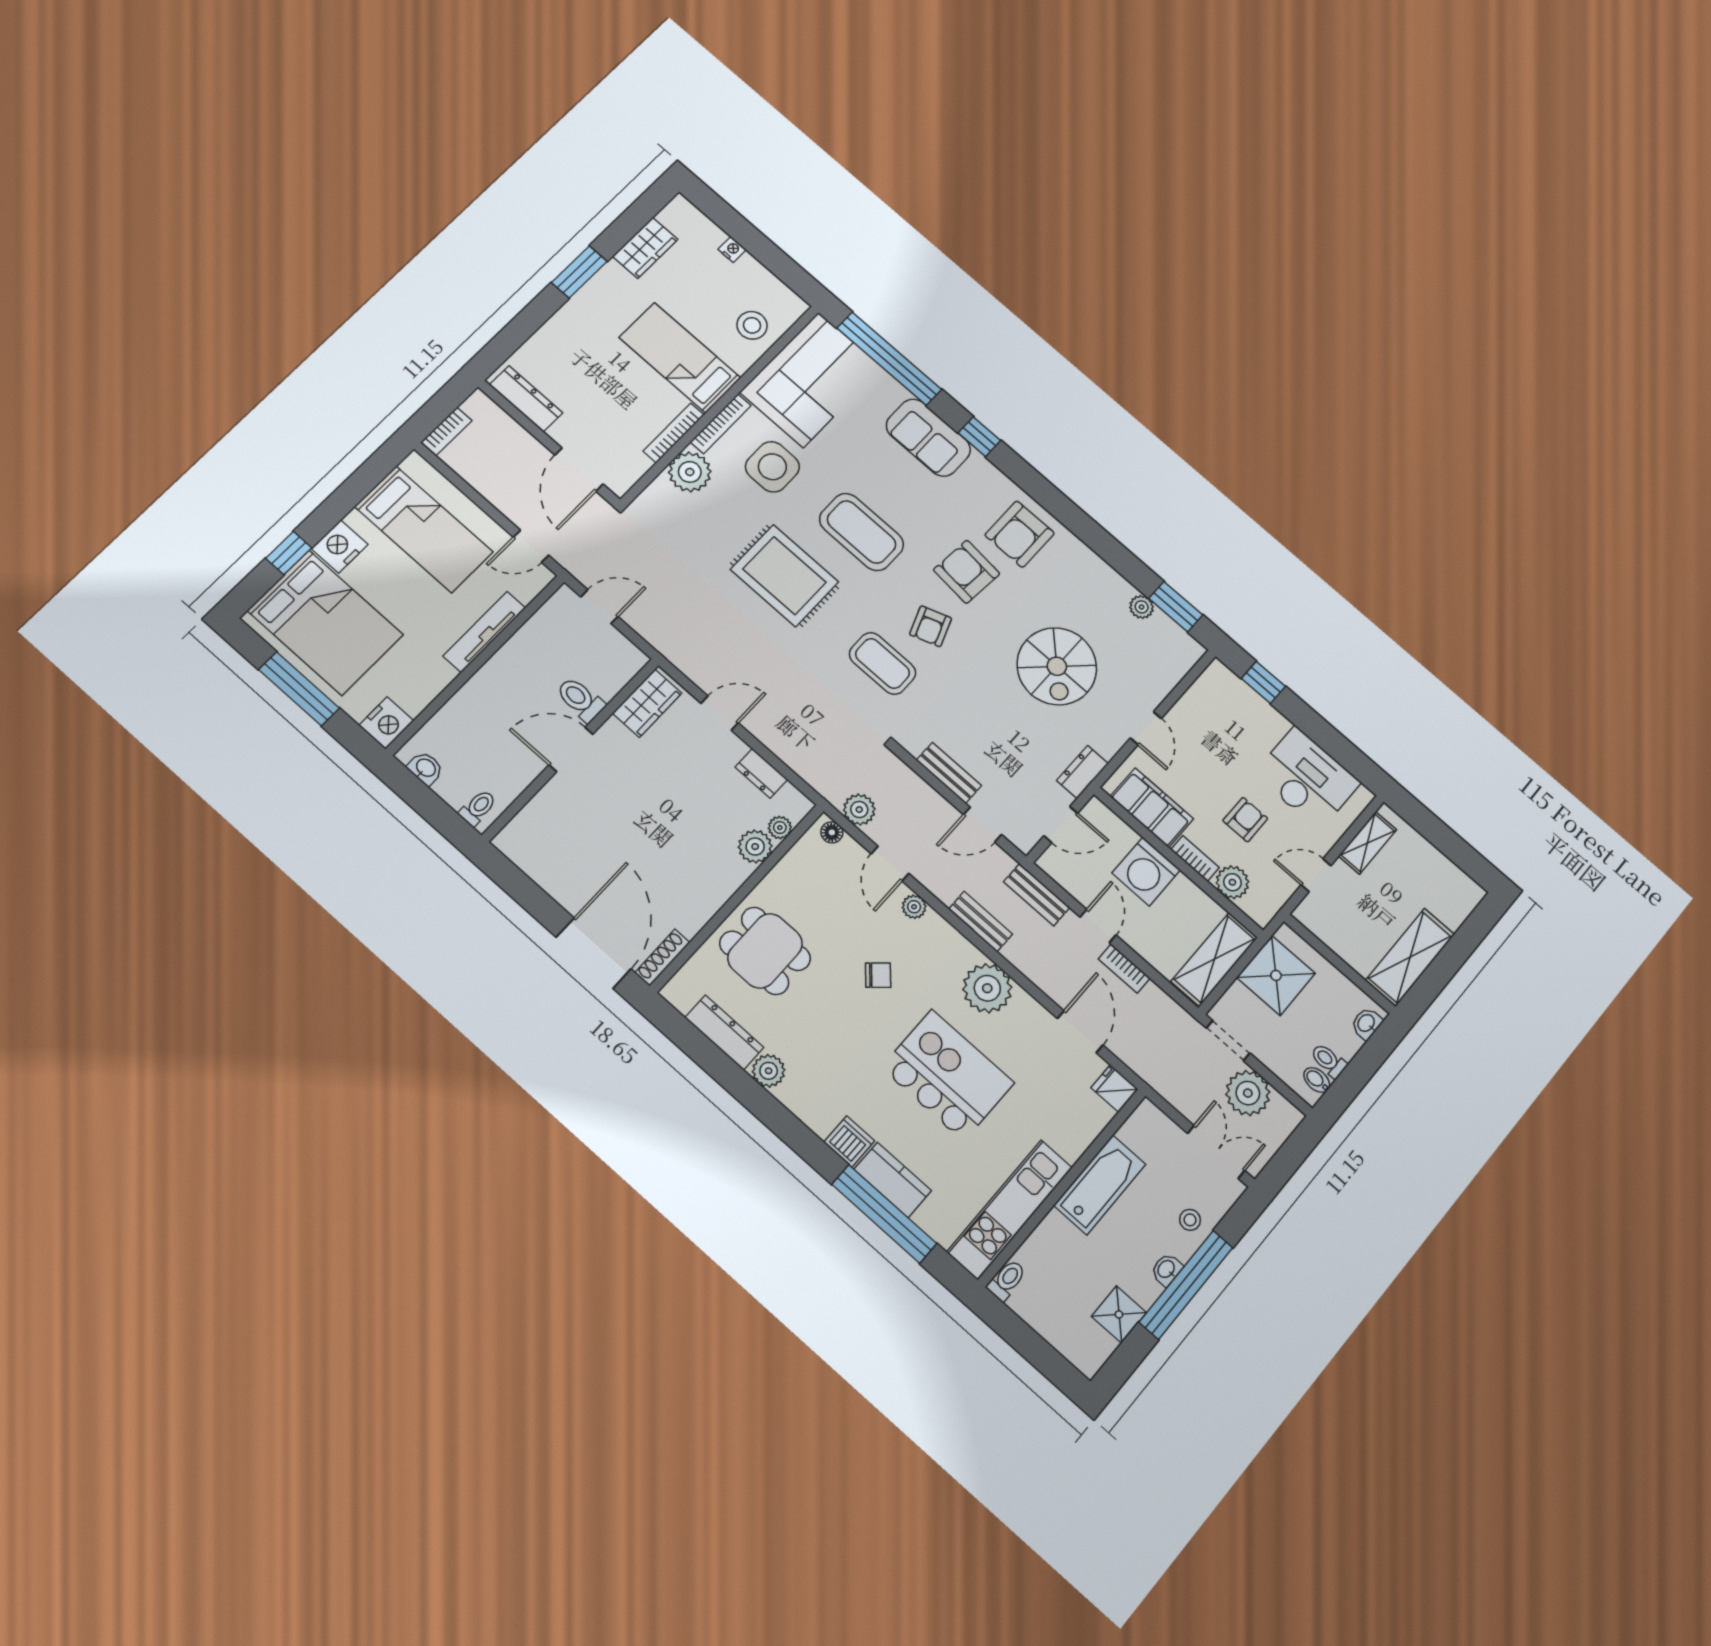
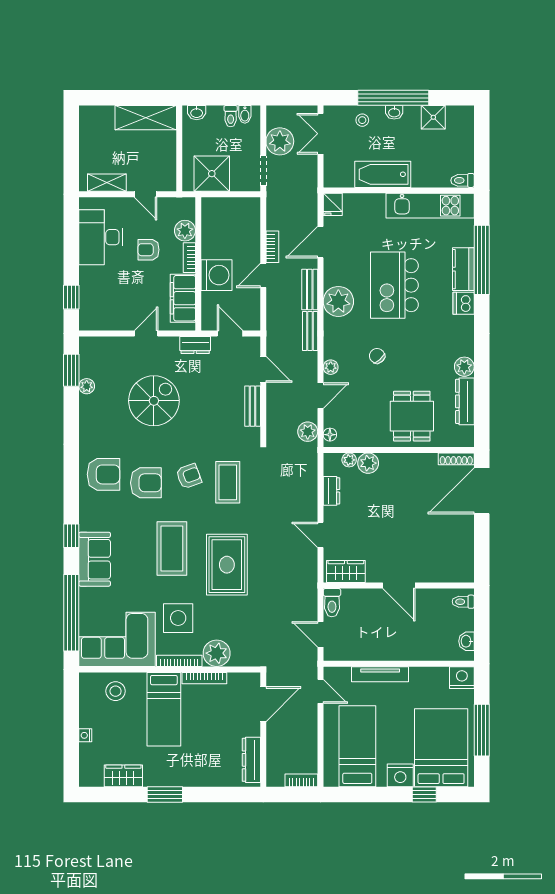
armchair: (967, 572) -> (146, 483), turned -95
toilet: (580, 699) -> (332, 603), moved
bench: (1037, 895) -> (310, 289), moved
shelving: (1214, 959) -> (230, 209), removed

